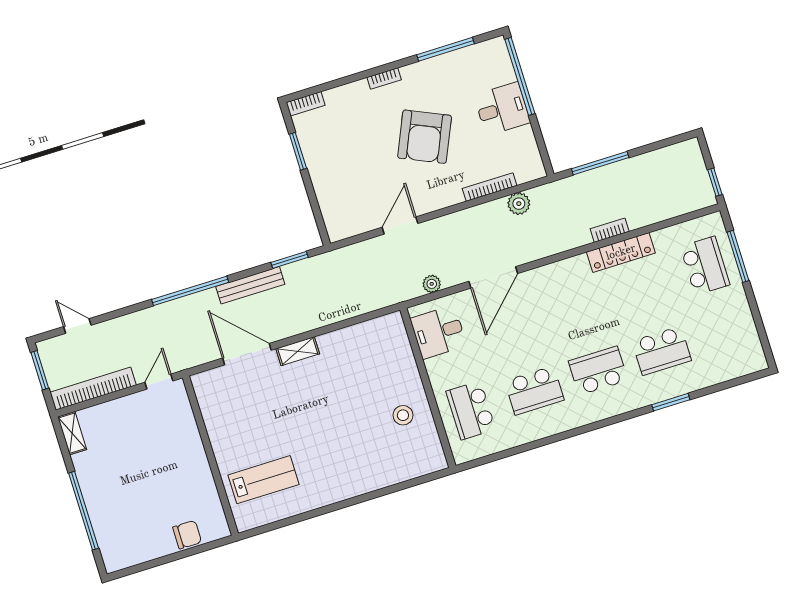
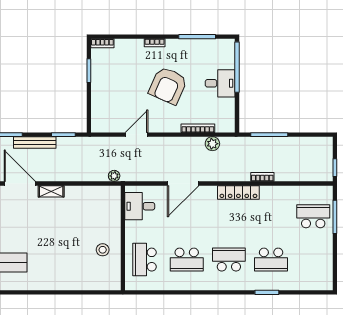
locker: (621, 252) -> (238, 192), moved
school desk: (705, 266) -> (313, 216), turned -90
plant: (432, 284) -> (114, 176), moved

